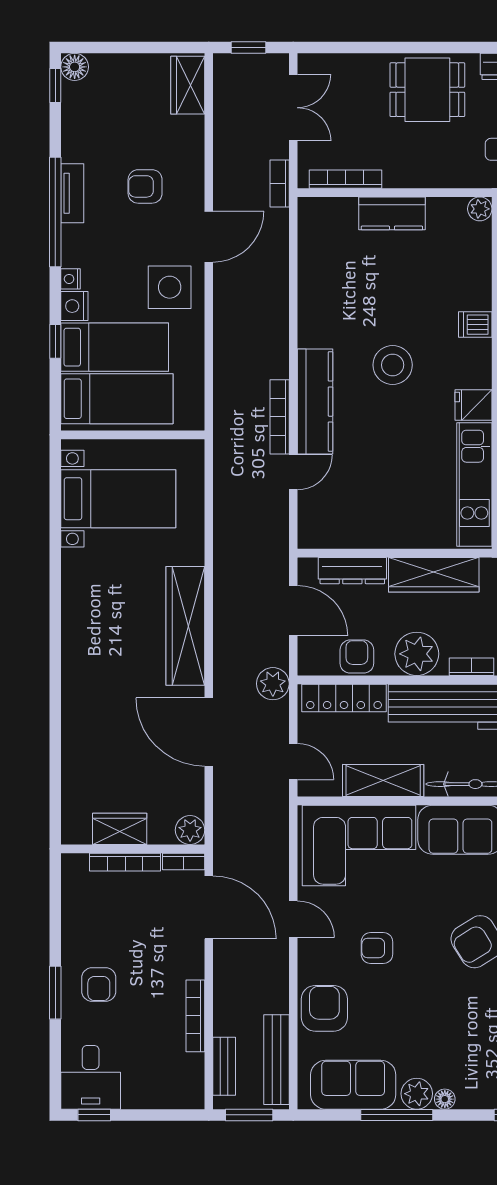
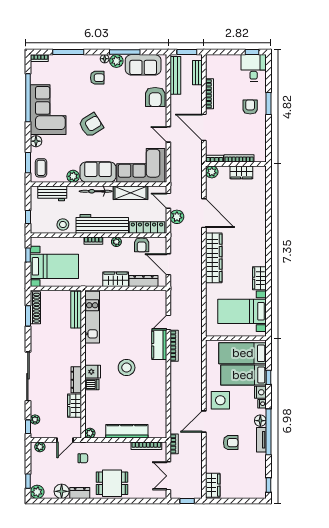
floor lamp: (75, 67) -> (260, 421), moved
kitchen counter: (392, 213) -> (127, 431), width x1.50
kitchen counter: (315, 402) -> (159, 345), width x0.67
fridge: (473, 405) -> (93, 372), moved
wardrobe: (434, 575) -> (116, 279), width x0.67
wardrobe: (77, 577) -> (259, 278), added
plant: (417, 654) -> (116, 242), width x0.53, depth x0.53
plant: (273, 684) -> (177, 217), moved
door: (209, 907) -> (204, 127), moved
armchair: (377, 948) -> (97, 78), moved

